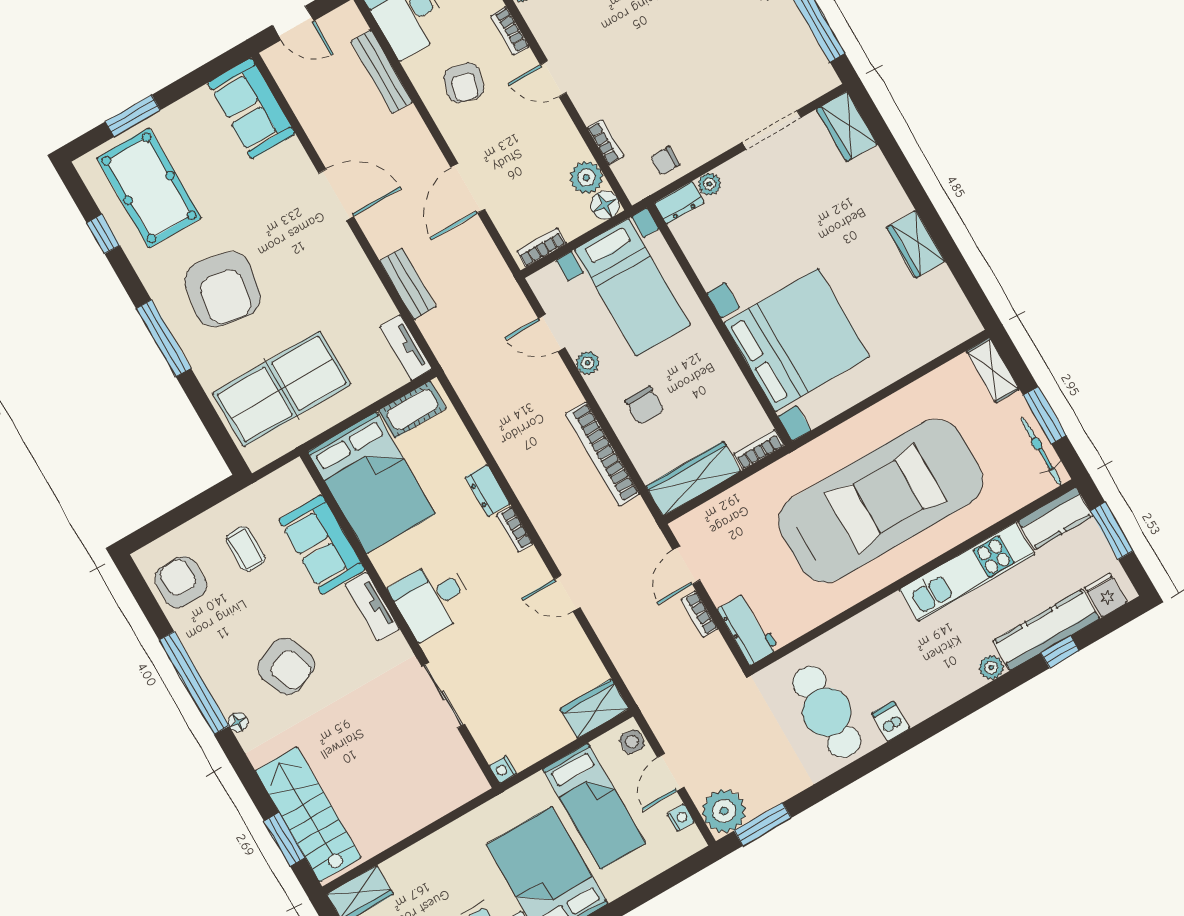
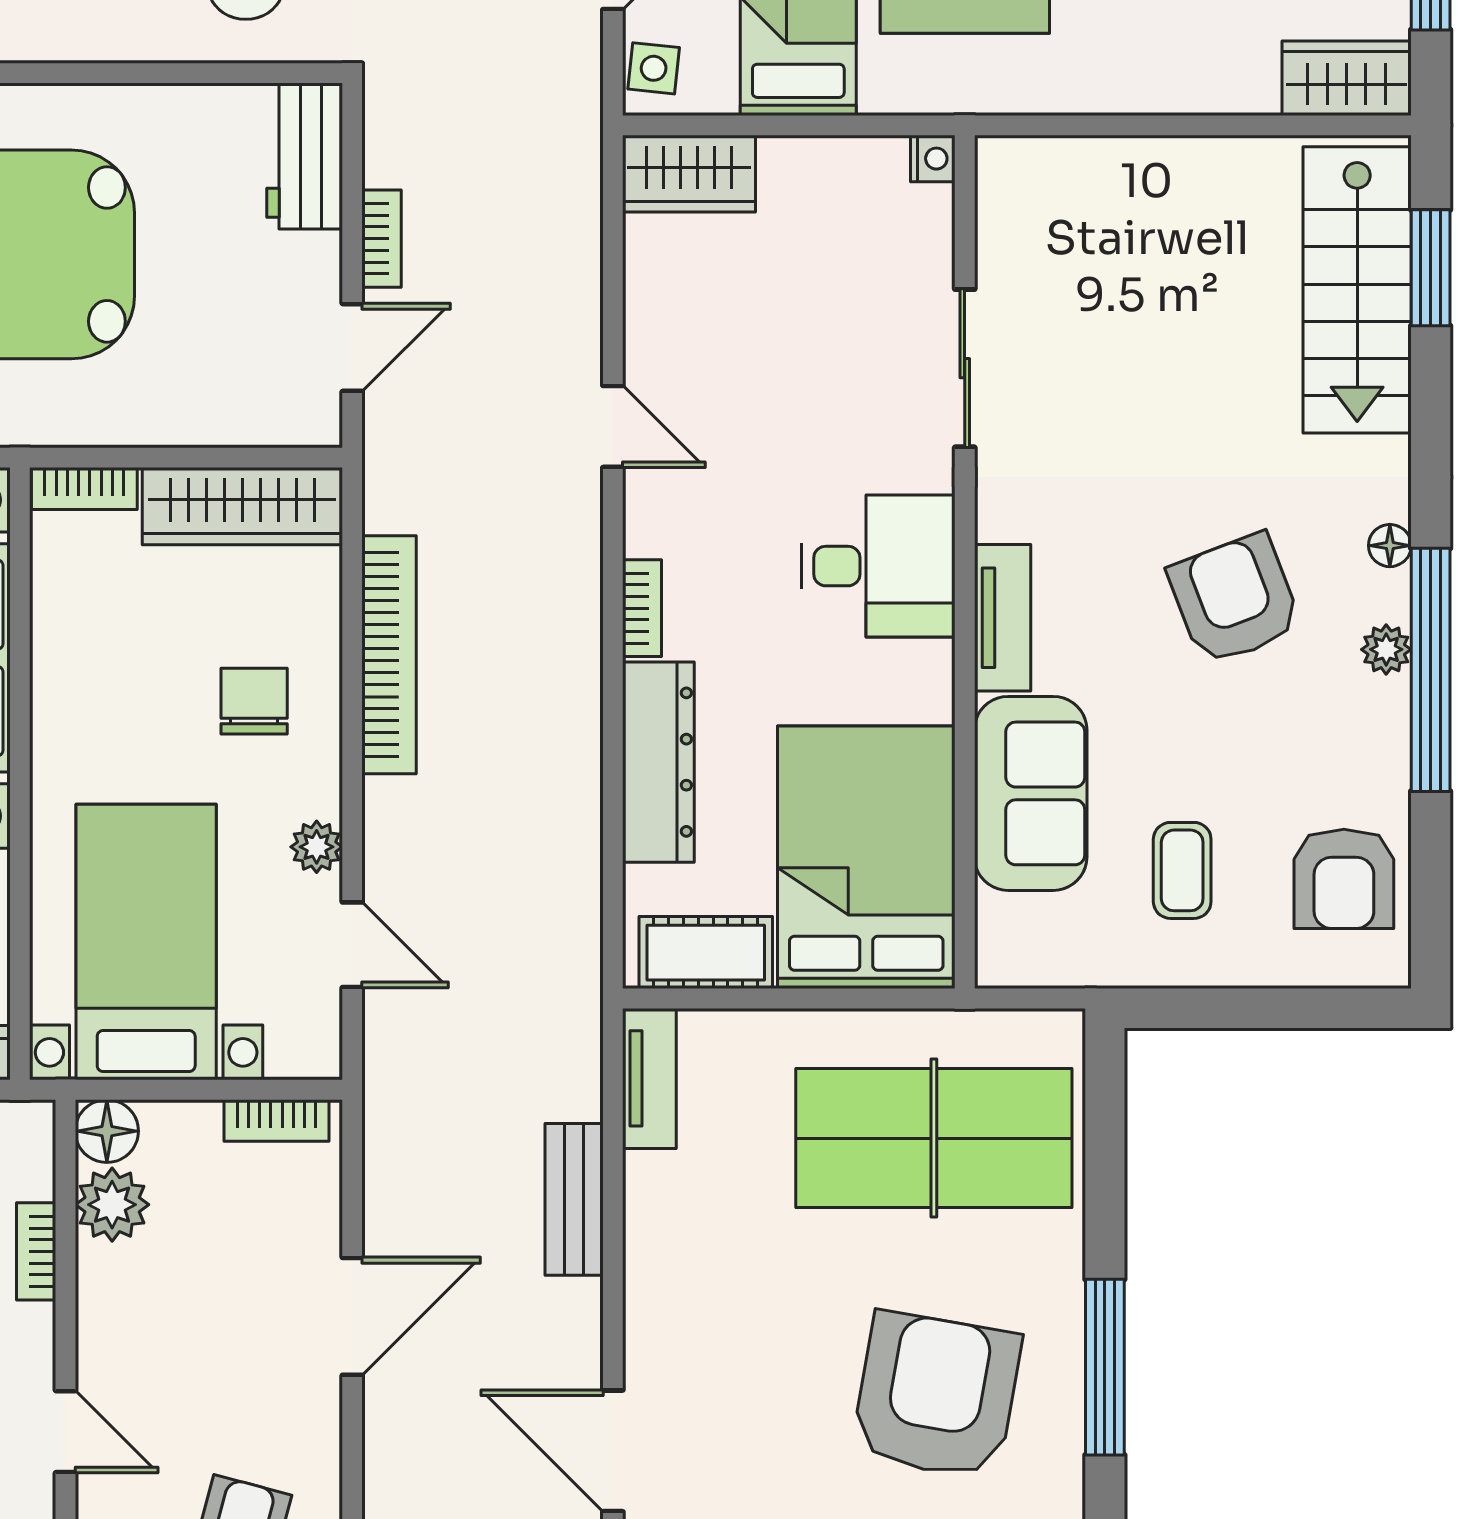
dresser: (487, 490) -> (658, 762), width x1.96, depth x1.24
plant: (216, 681) -> (1386, 649), added

